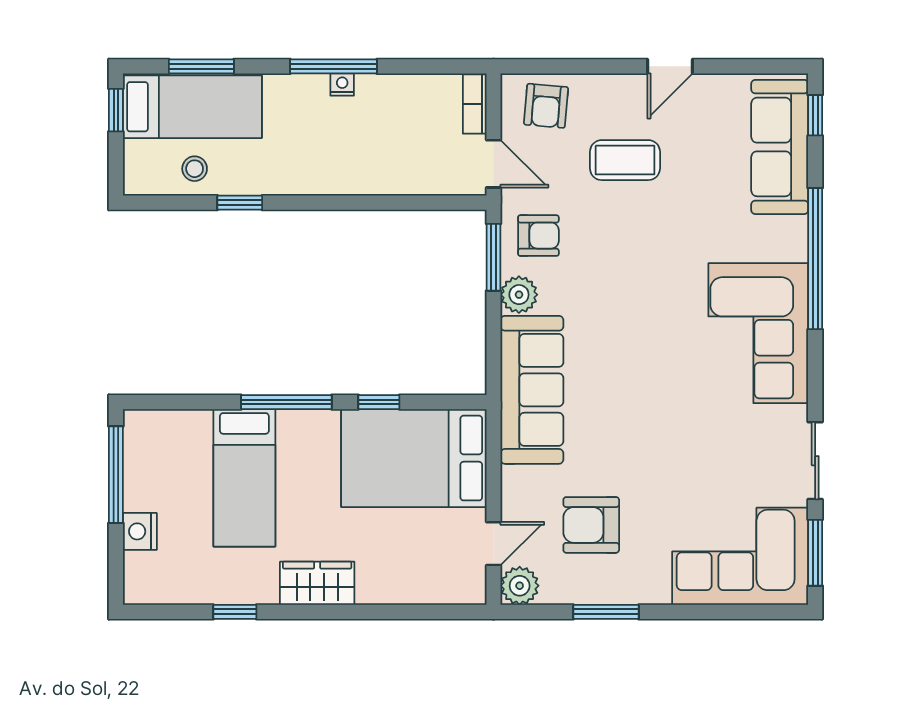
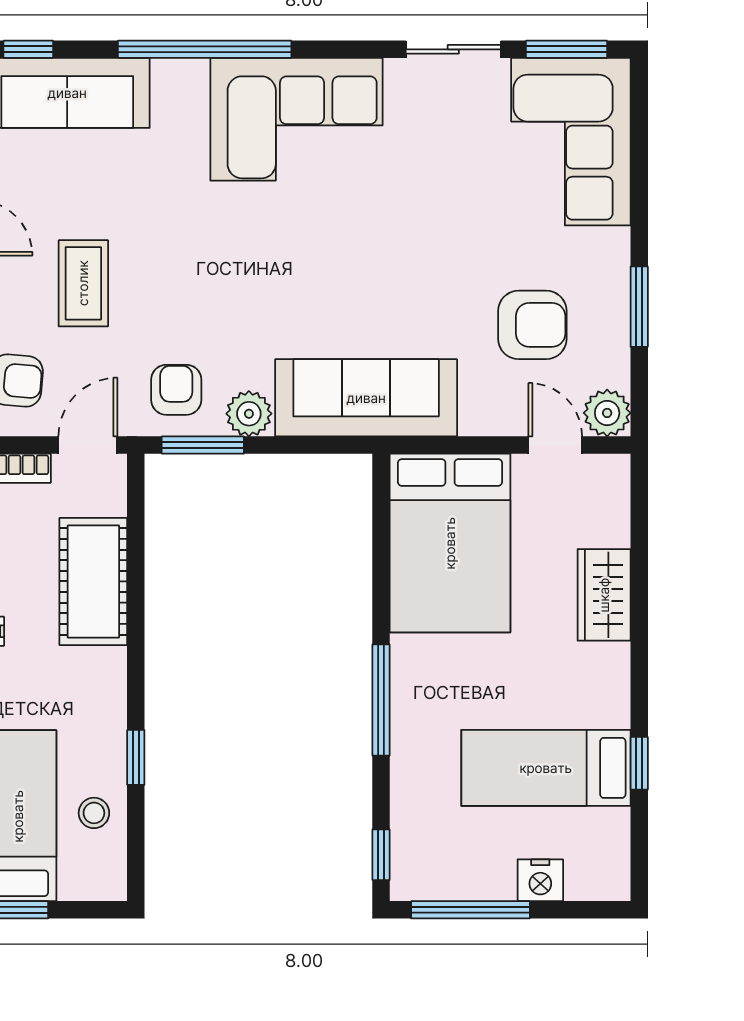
cot: (383, 168) -> (93, 581), added
window: (379, 402) -> (381, 855), moved
bed: (244, 478) -> (546, 768), moved, turned 180
armchair: (591, 525) -> (532, 325), turned -90
wardrobe: (317, 583) -> (604, 595), moved

